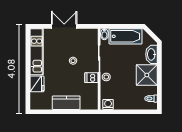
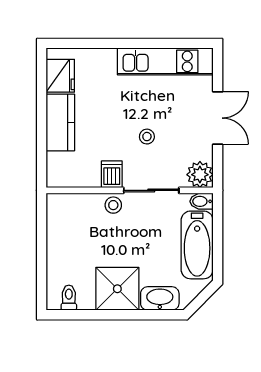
plant: (91, 35) -> (200, 175), added
fridge: (37, 84) -> (60, 76), moved, turned -90
washing machine: (108, 104) -> (57, 209), removed

